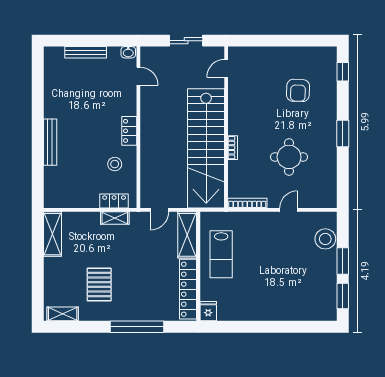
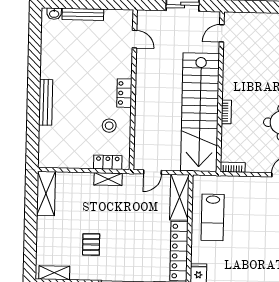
washbasin: (128, 52) -> (54, 14), moved
bookcase: (247, 203) -> (233, 167), width x0.64
pallet: (99, 285) -> (91, 244), width x0.67, depth x0.71

